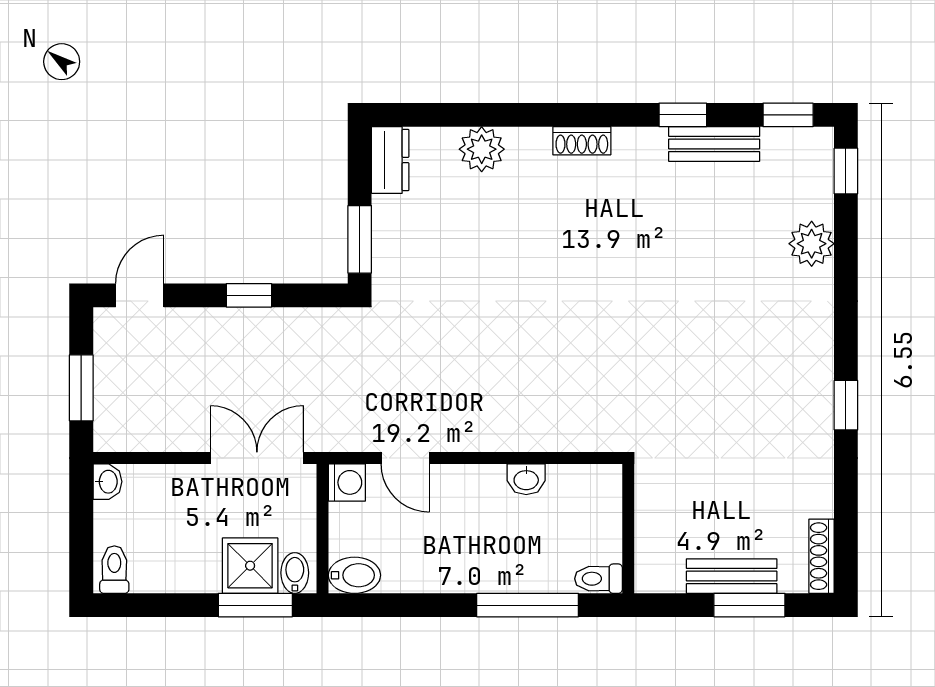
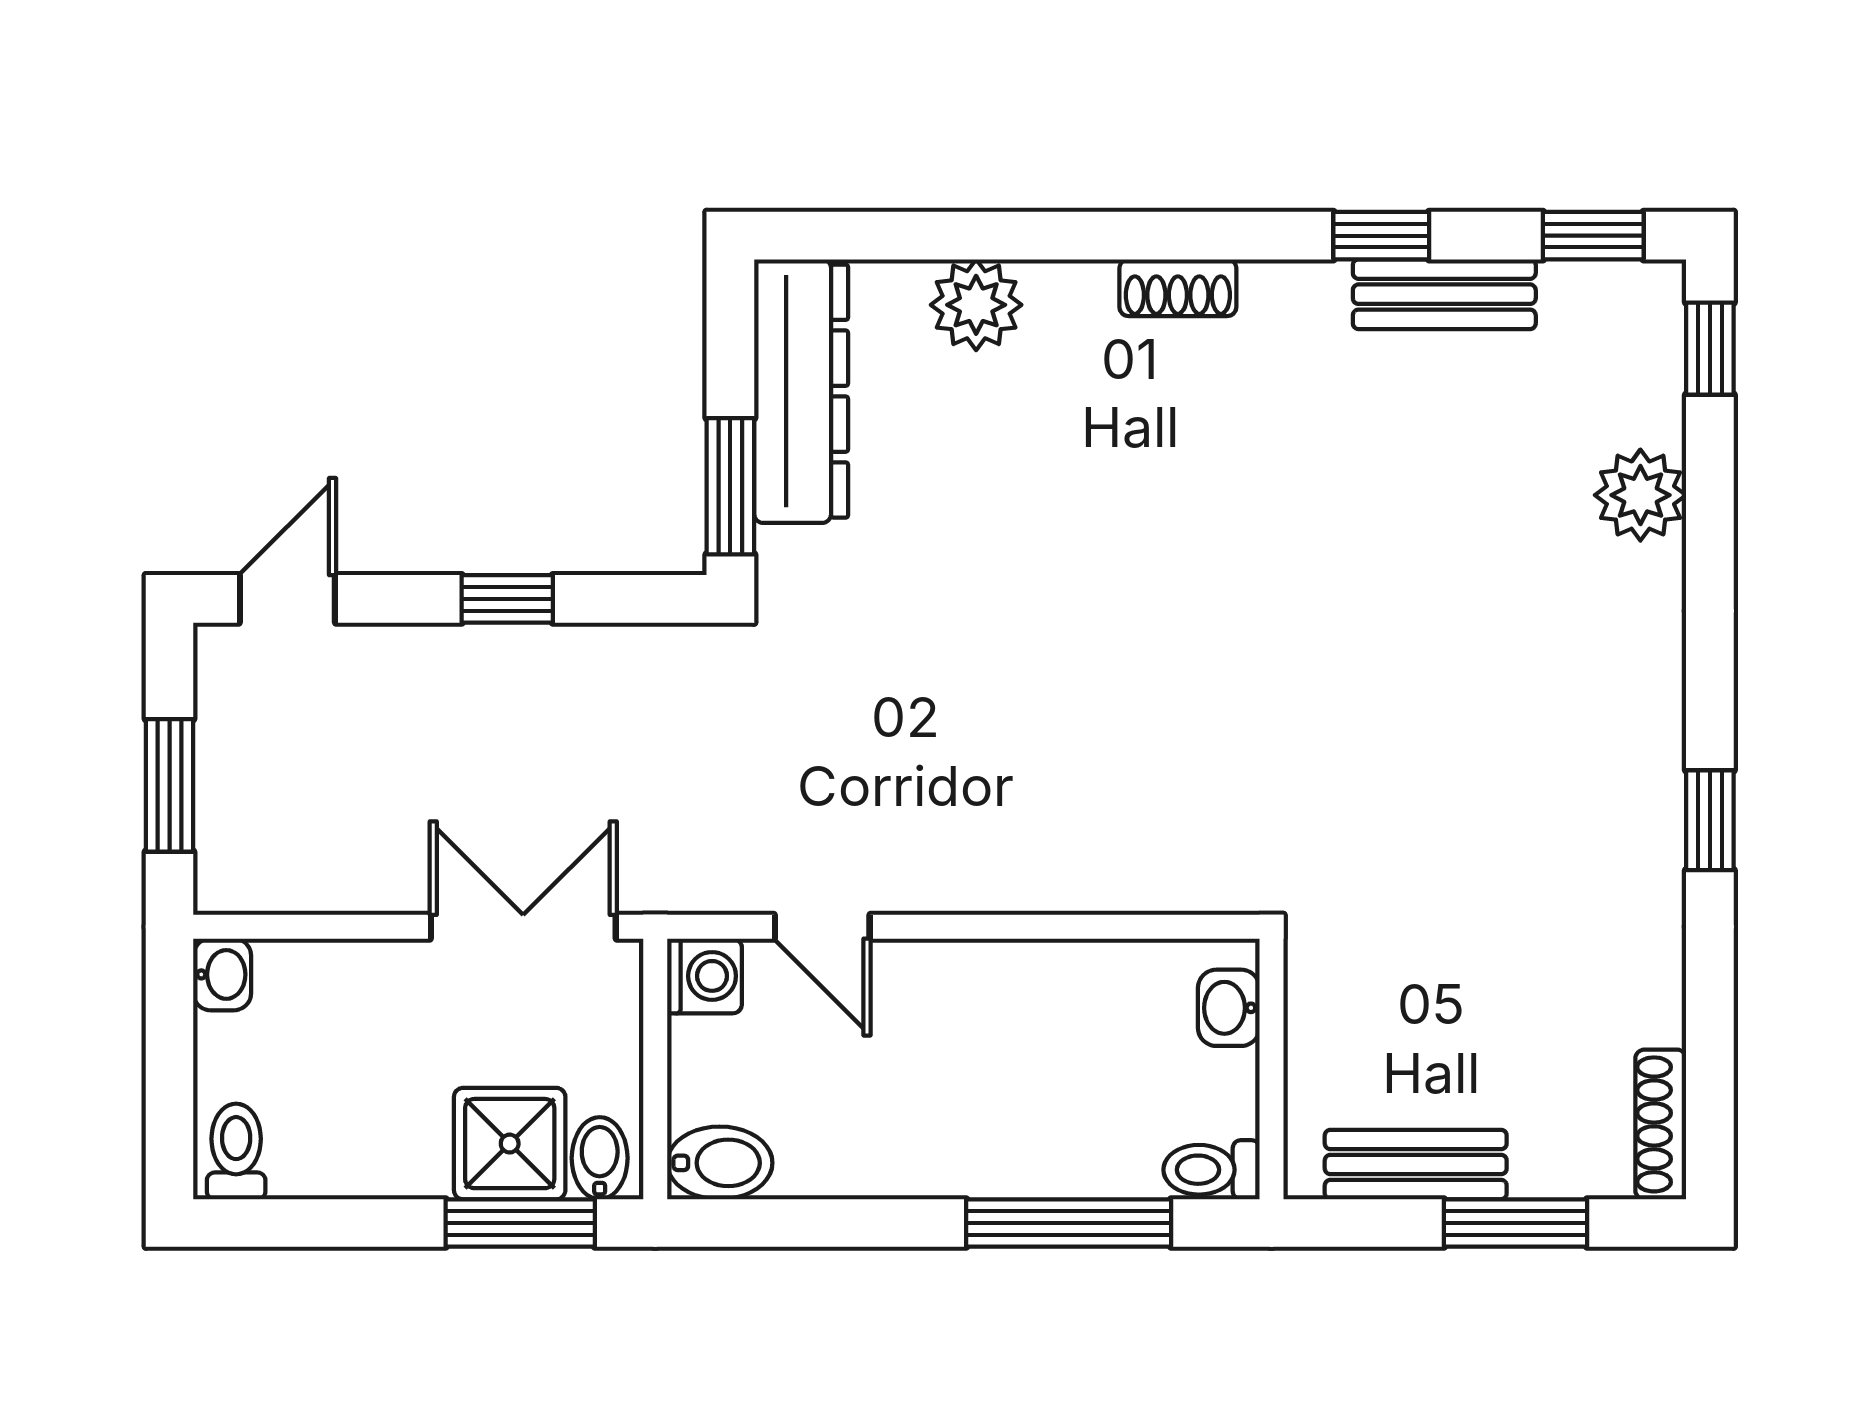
dresser: (390, 160) -> (801, 391), width x1.96, depth x1.24
washbasin: (526, 479) -> (1229, 1008), moved, turned 90
bench: (732, 576) -> (1416, 1165), moved

